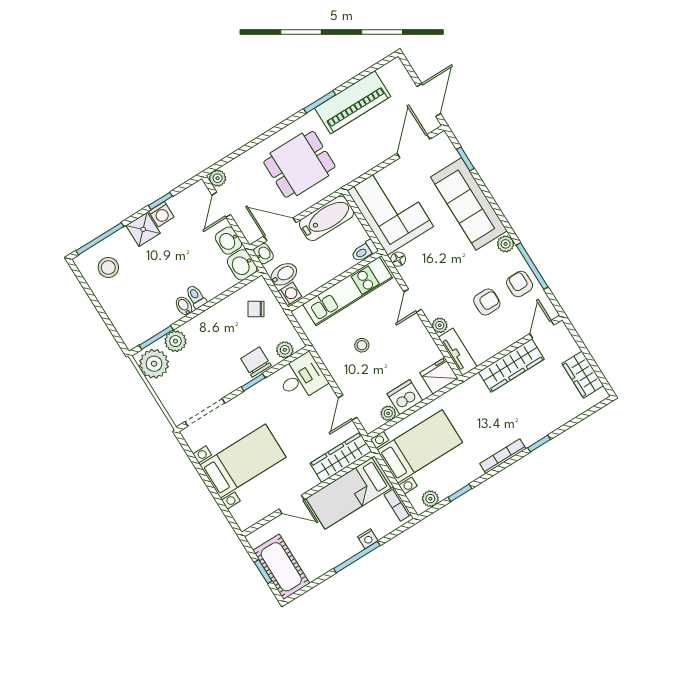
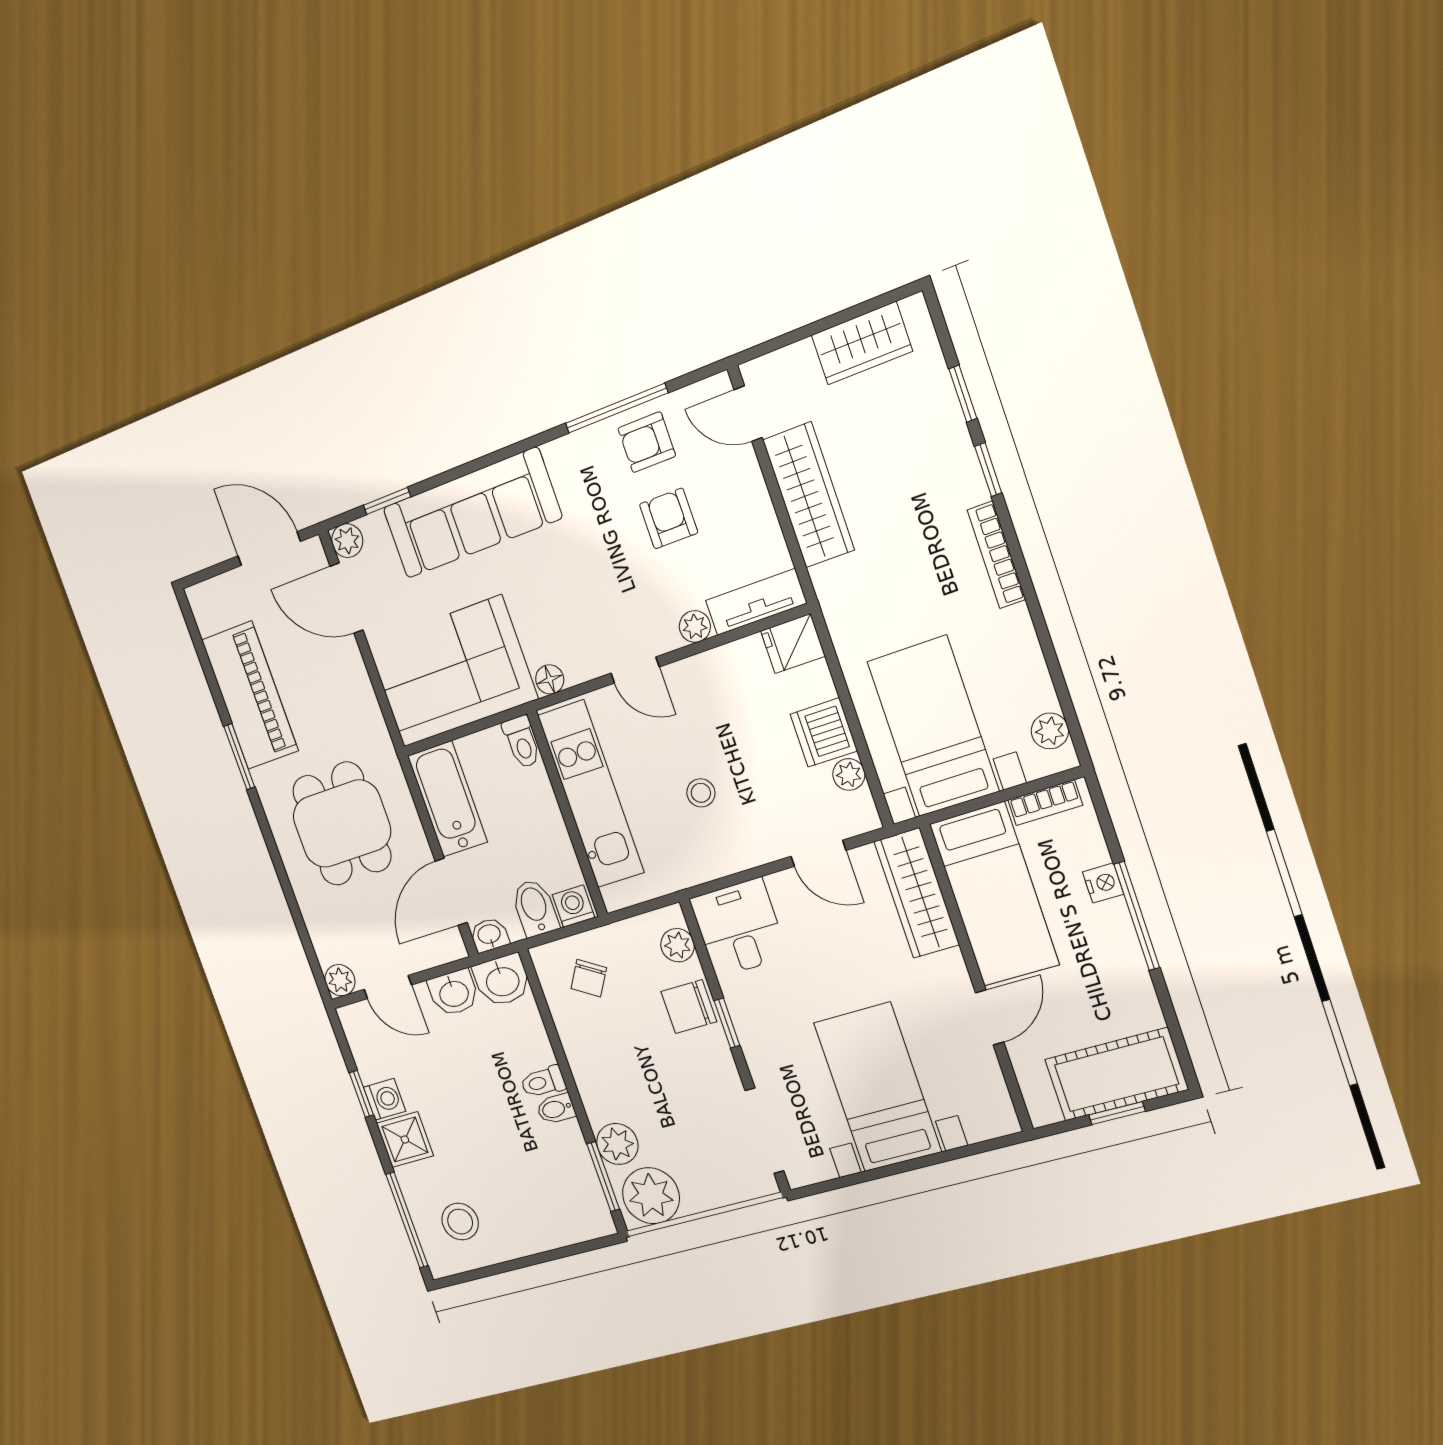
plant: (506, 244) -> (347, 541), moved
fridge: (439, 376) -> (793, 644), width x0.72
window: (460, 493) -> (963, 394), moved

